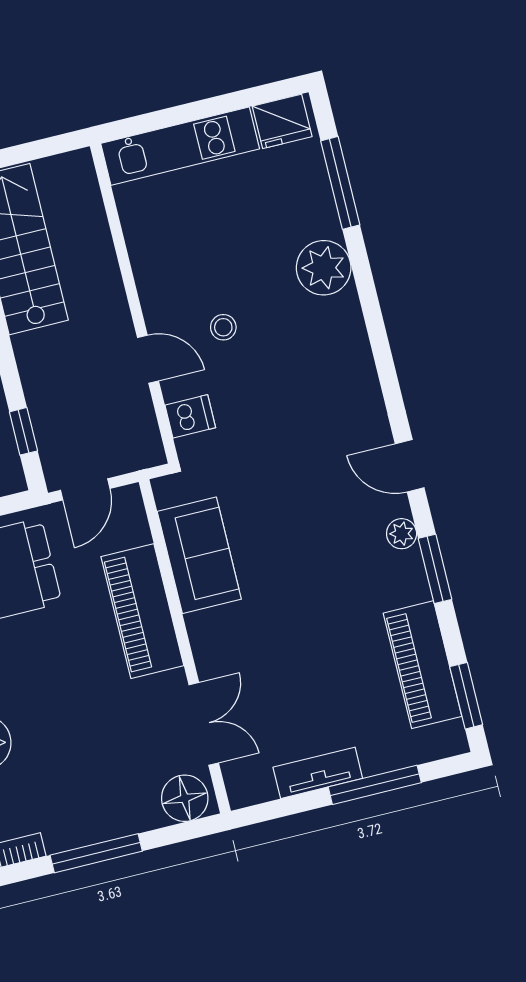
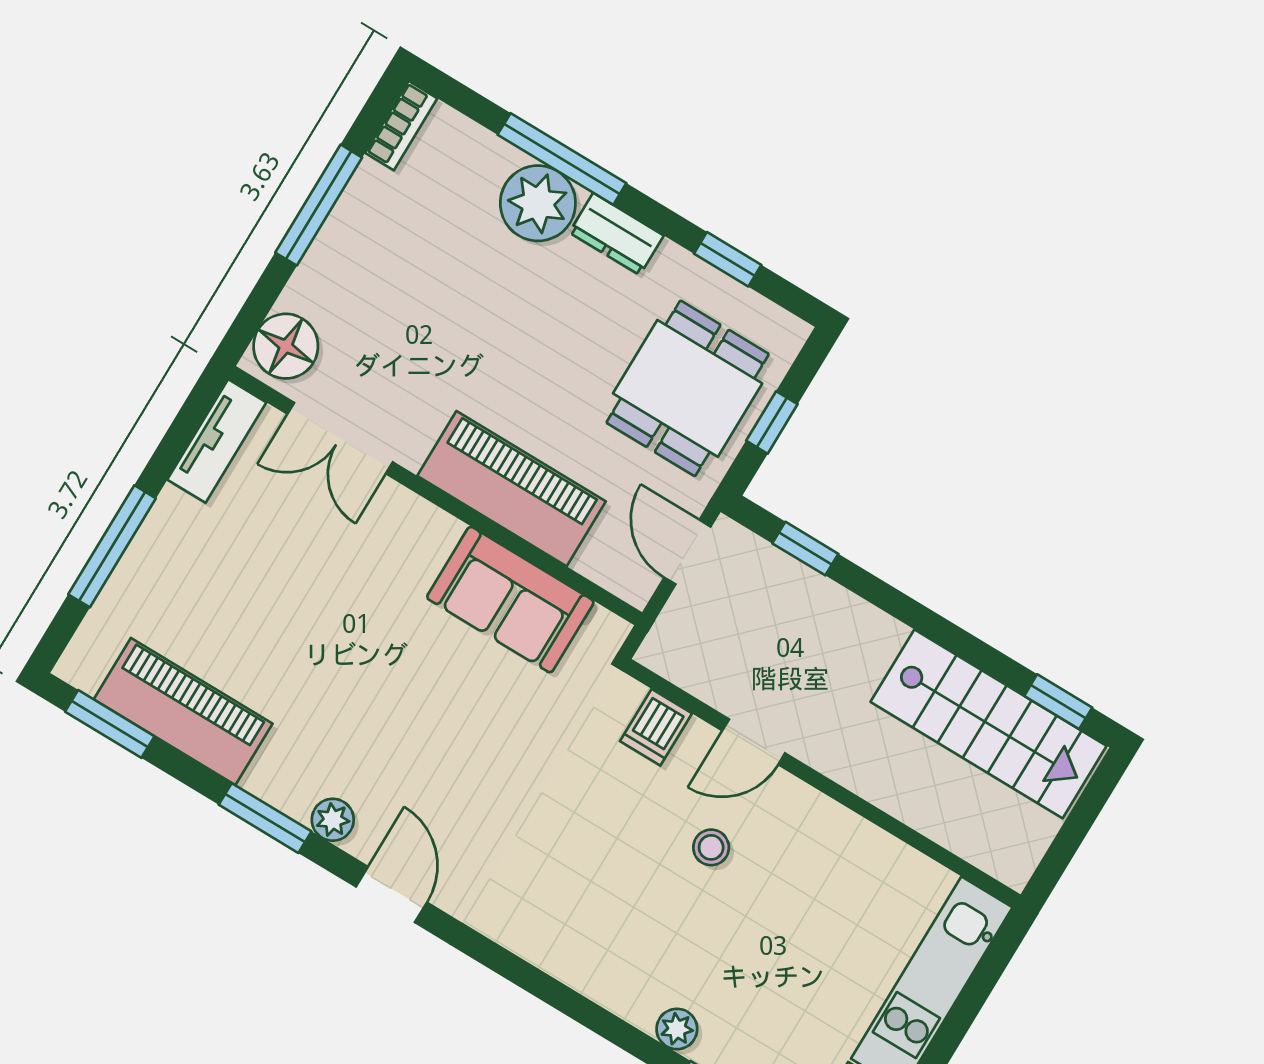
plant: (324, 268) -> (677, 1029), width x0.53, depth x0.53
door: (410, 466) -> (391, 895), hinge flipped
tv unit: (318, 773) -> (217, 441), moved

